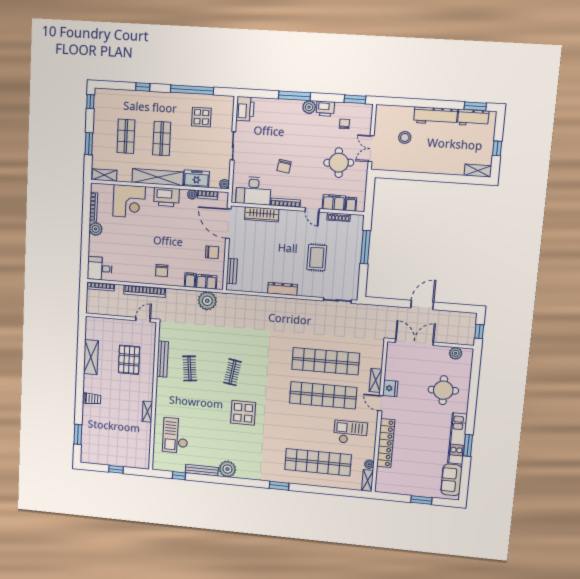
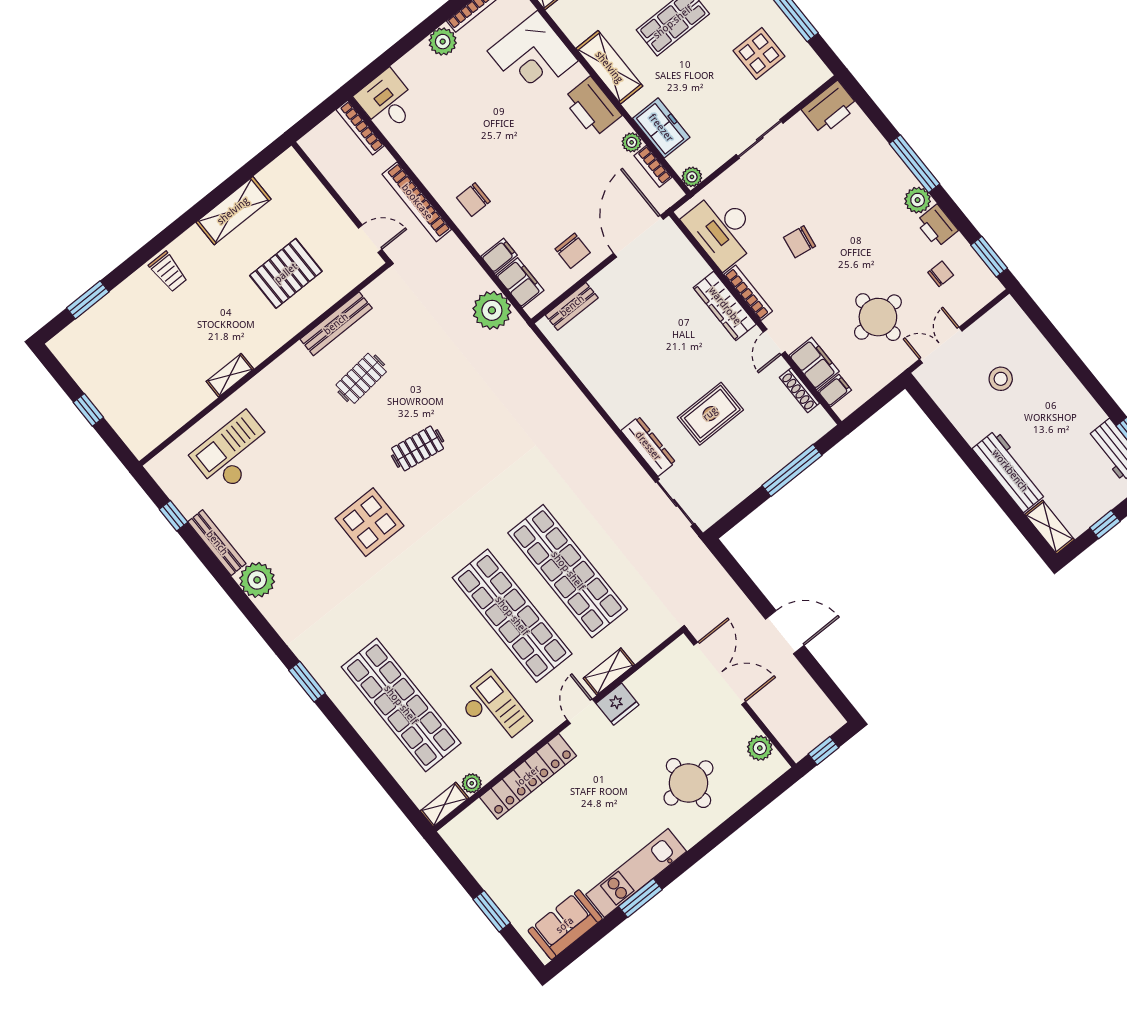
workbench: (436, 116) -> (1010, 471), moved, turned 180
shelving: (158, 177) -> (609, 67), width x0.68
wardrobe: (262, 214) -> (725, 306), moved
dresser: (282, 289) -> (648, 446), moved

